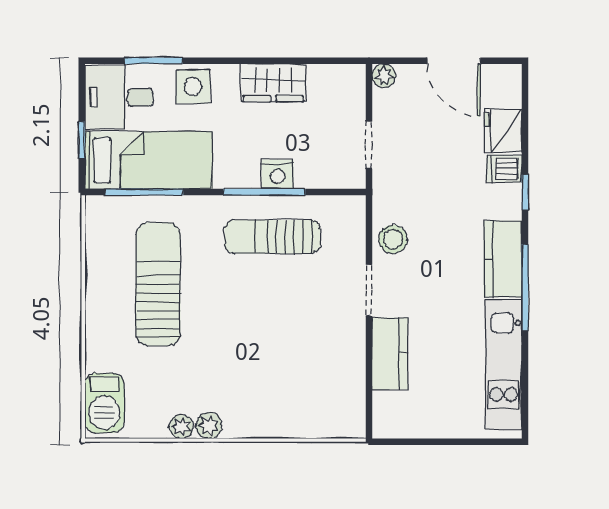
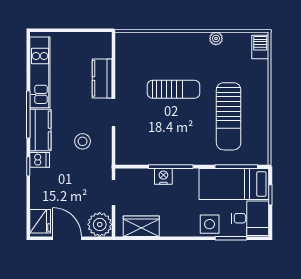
plant: (384, 76) -> (100, 224), width x1.88, depth x1.88
wardrobe: (273, 83) -> (141, 226), moved
fridge: (503, 131) -> (40, 221), moved
dishwasher: (504, 169) -> (40, 160), moved
sun lounger: (272, 237) -> (174, 89), moved
stool: (393, 239) -> (83, 141), moved
barbecue: (104, 403) -> (260, 47), width x0.73, depth x0.79
plant: (209, 426) -> (201, 39), removed

